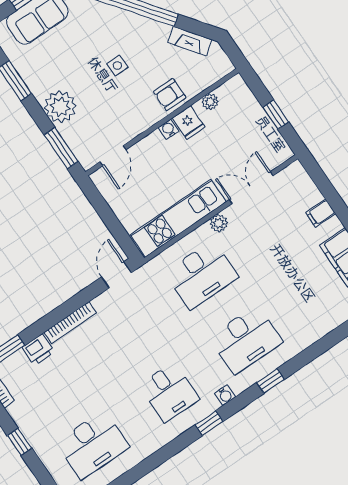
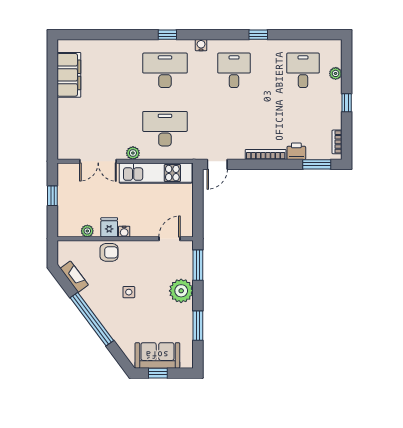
filing cabinet: (321, 213) -> (66, 116), removed
window: (209, 423) -> (258, 35), moved
desk: (93, 445) -> (303, 70), width x0.73
plant: (54, 466) -> (336, 73), added

